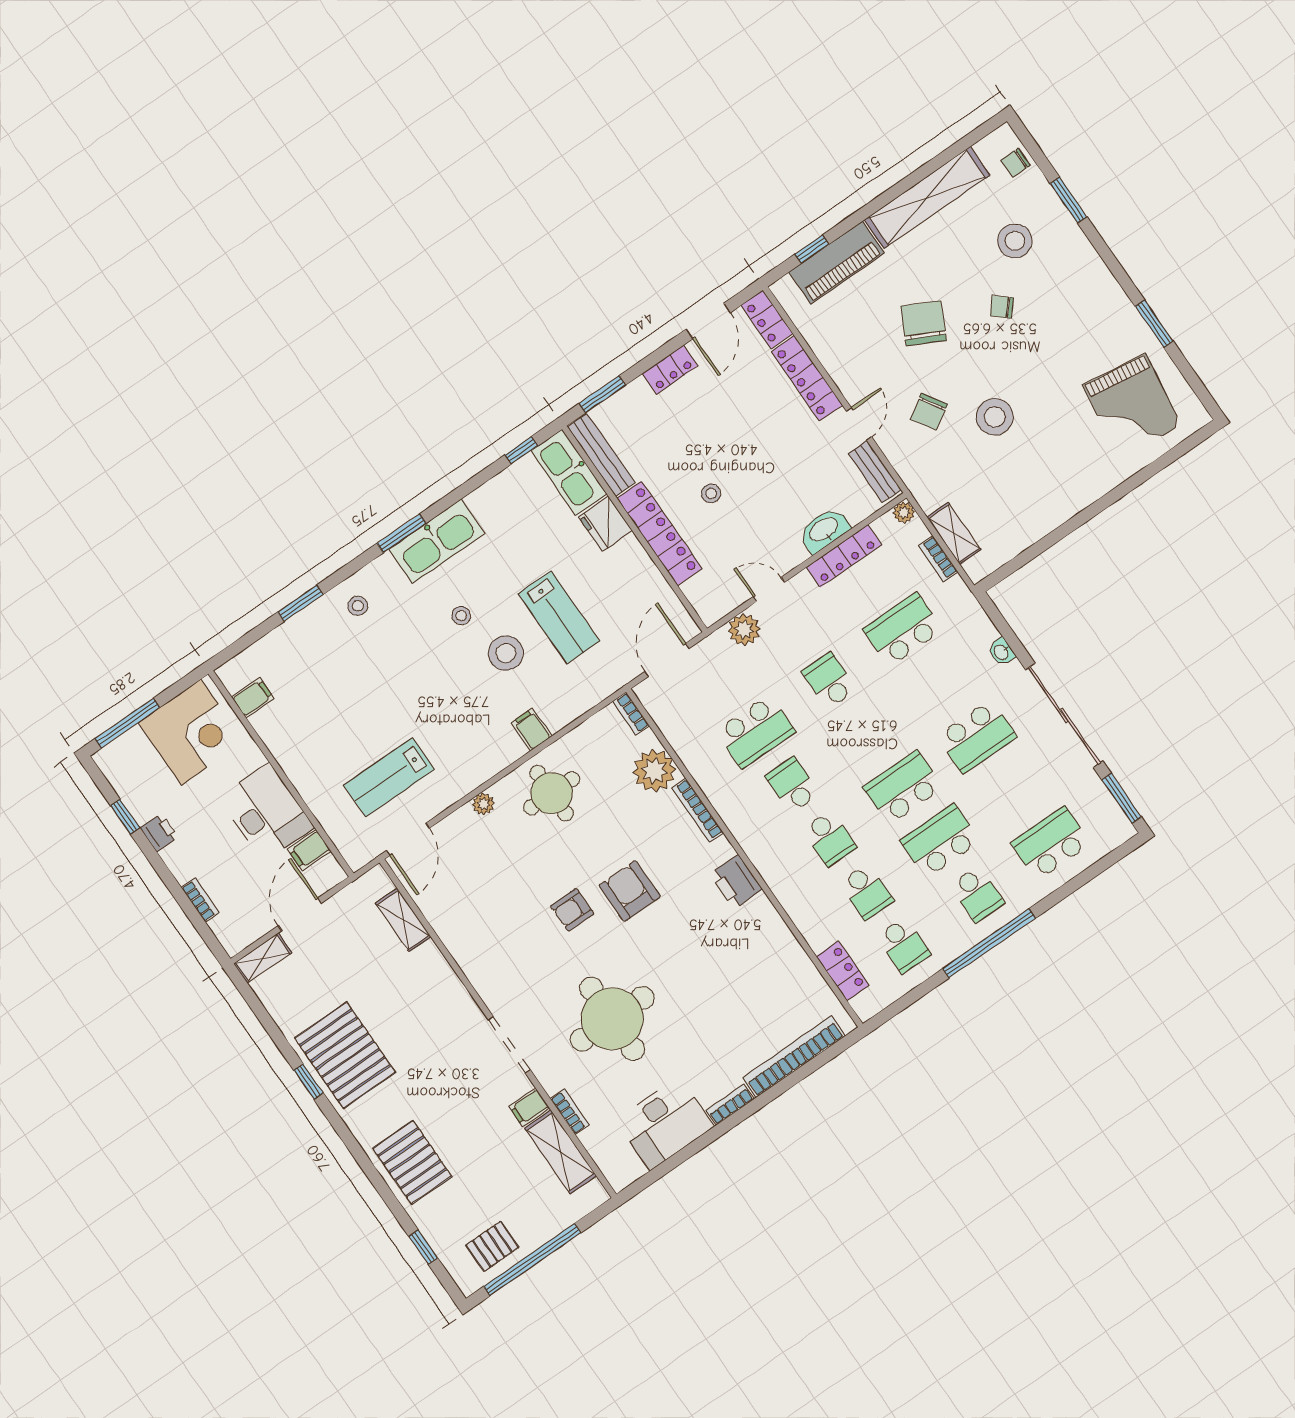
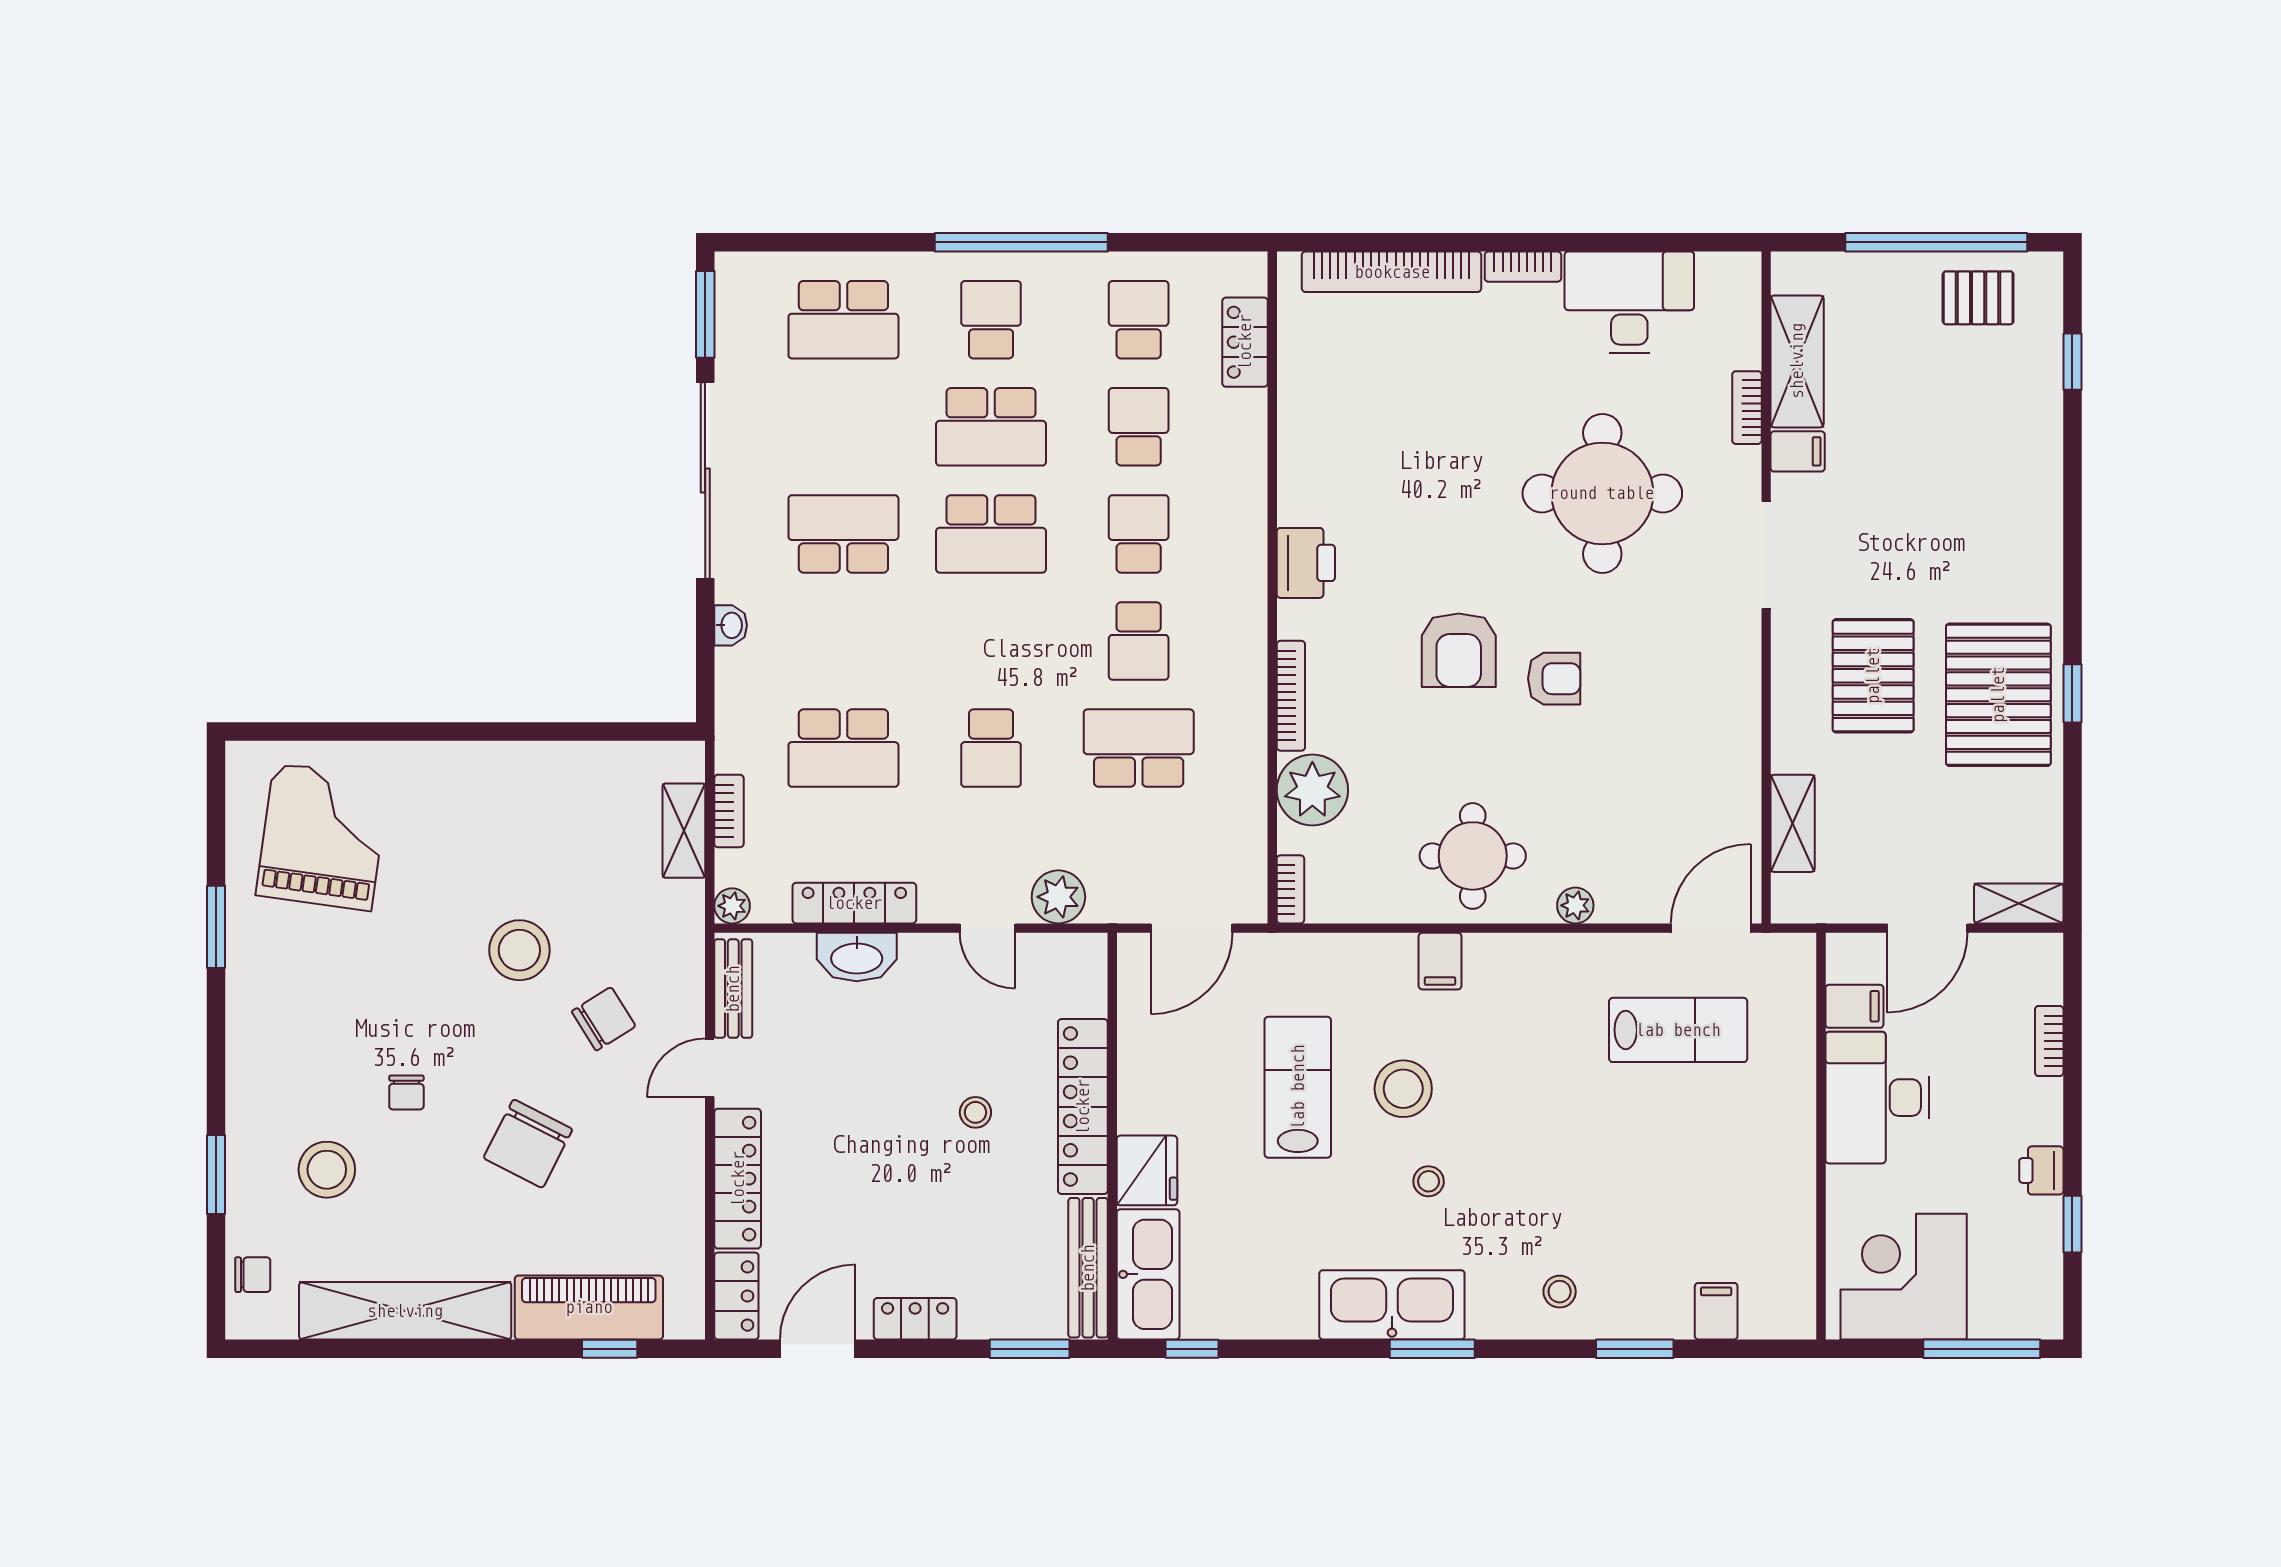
chair: (1002, 307) -> (406, 1092), turned 49
filing cabinet: (253, 698) -> (1716, 1311), moved, turned 90
pallet: (412, 1162) -> (1873, 676), moved

